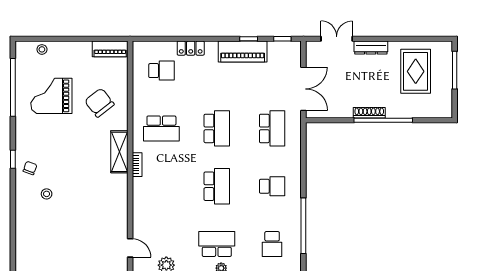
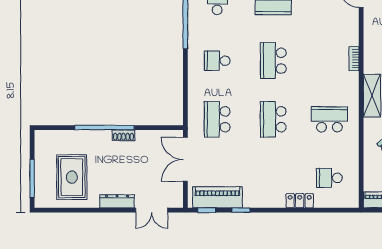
piano: (243, 51) -> (218, 197), moved
shoe rack: (369, 113) -> (124, 135), width x0.70
bookcase: (137, 165) -> (354, 59), moved

